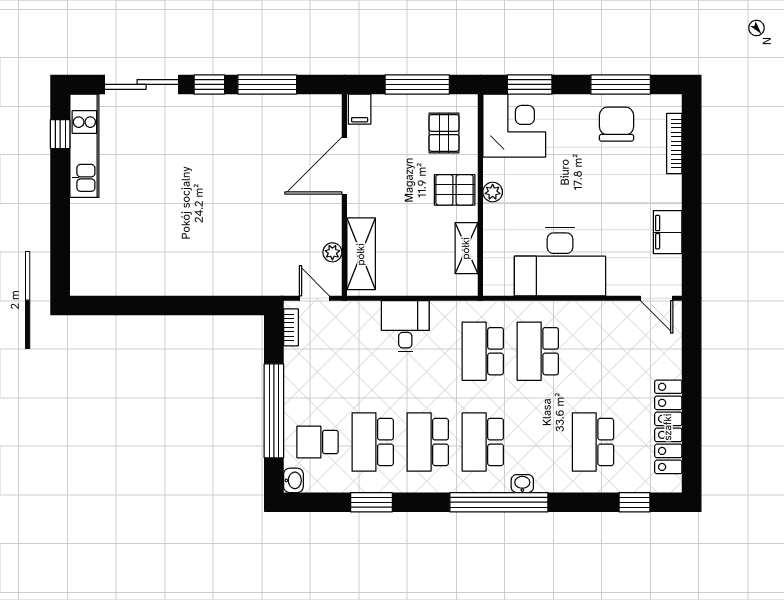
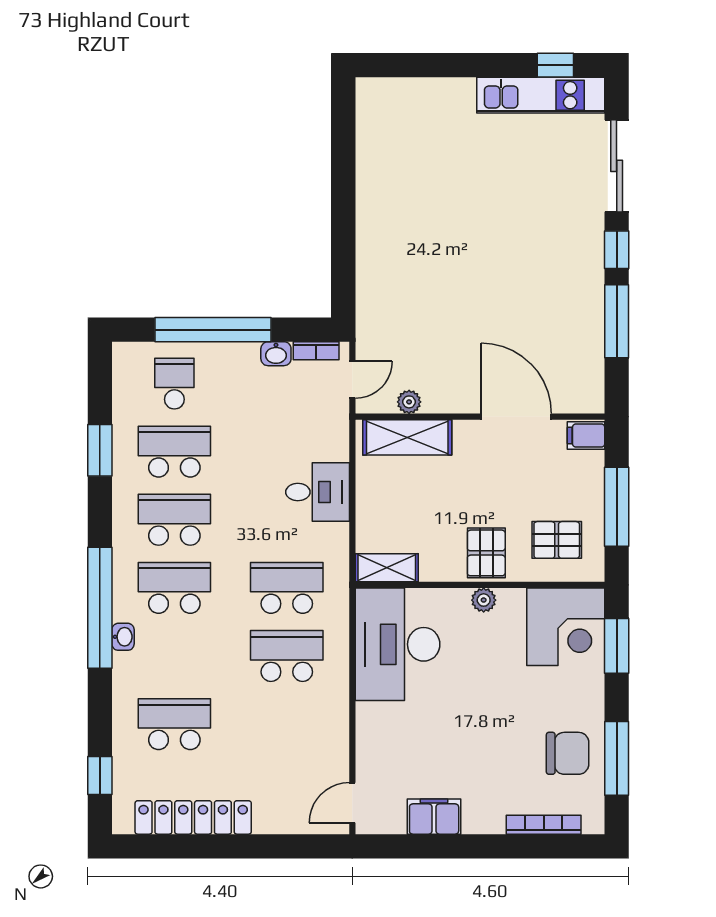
shelving: (466, 248) -> (387, 568), moved
desk: (560, 262) -> (398, 644), moved
washbasin: (293, 480) -> (276, 354), moved

